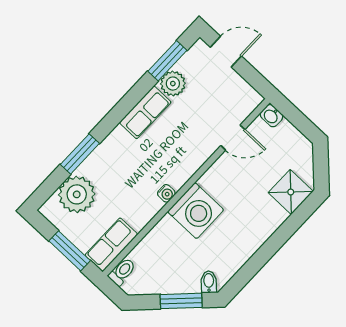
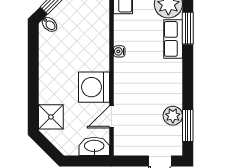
row of seats: (145, 112) -> (173, 39), moved
washbasin: (271, 116) -> (94, 146), width x1.91, depth x1.45
washing machine: (196, 211) -> (94, 87), moved

